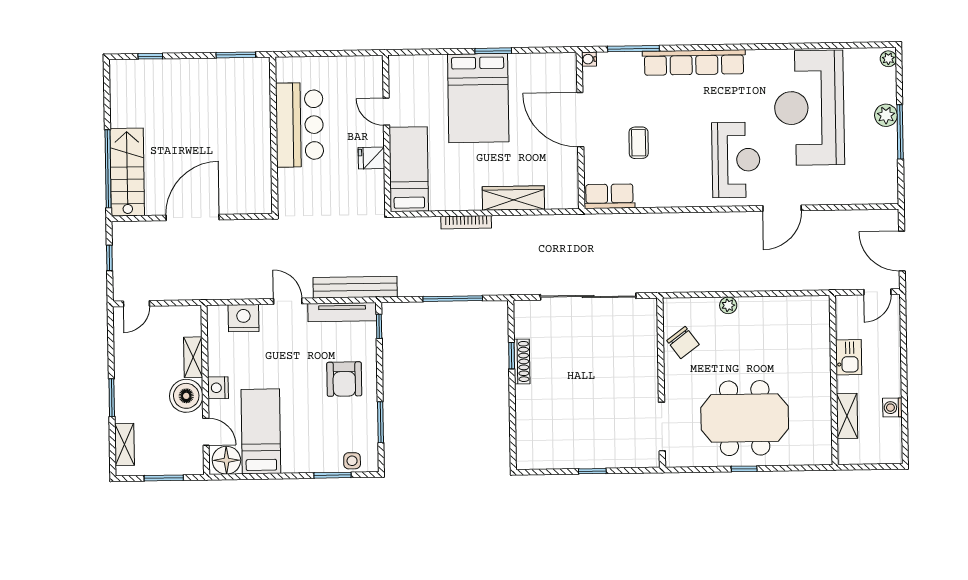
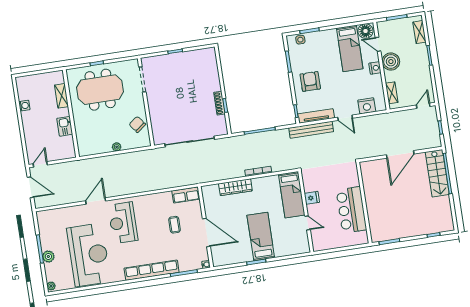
bed: (478, 98) -> (261, 236), width x0.67
shelving: (193, 357) -> (392, 93), moved
kitchen sink: (849, 357) -> (65, 126), moved
wall: (834, 380) -> (71, 113), moved
shelving: (847, 416) -> (62, 96), moved

